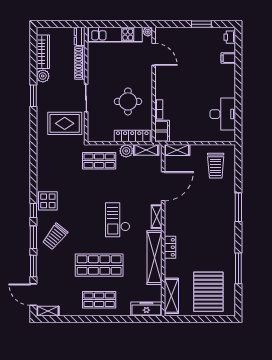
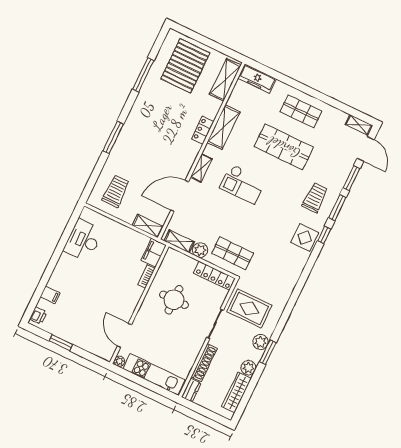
plant: (43, 101) -> (260, 342), added
locker: (132, 136) -> (214, 276), moved
checkout: (118, 220) -> (243, 184), turned 90
trolley: (55, 237) -> (315, 198), turned -39
shelving: (155, 258) -> (224, 127), width x0.68

